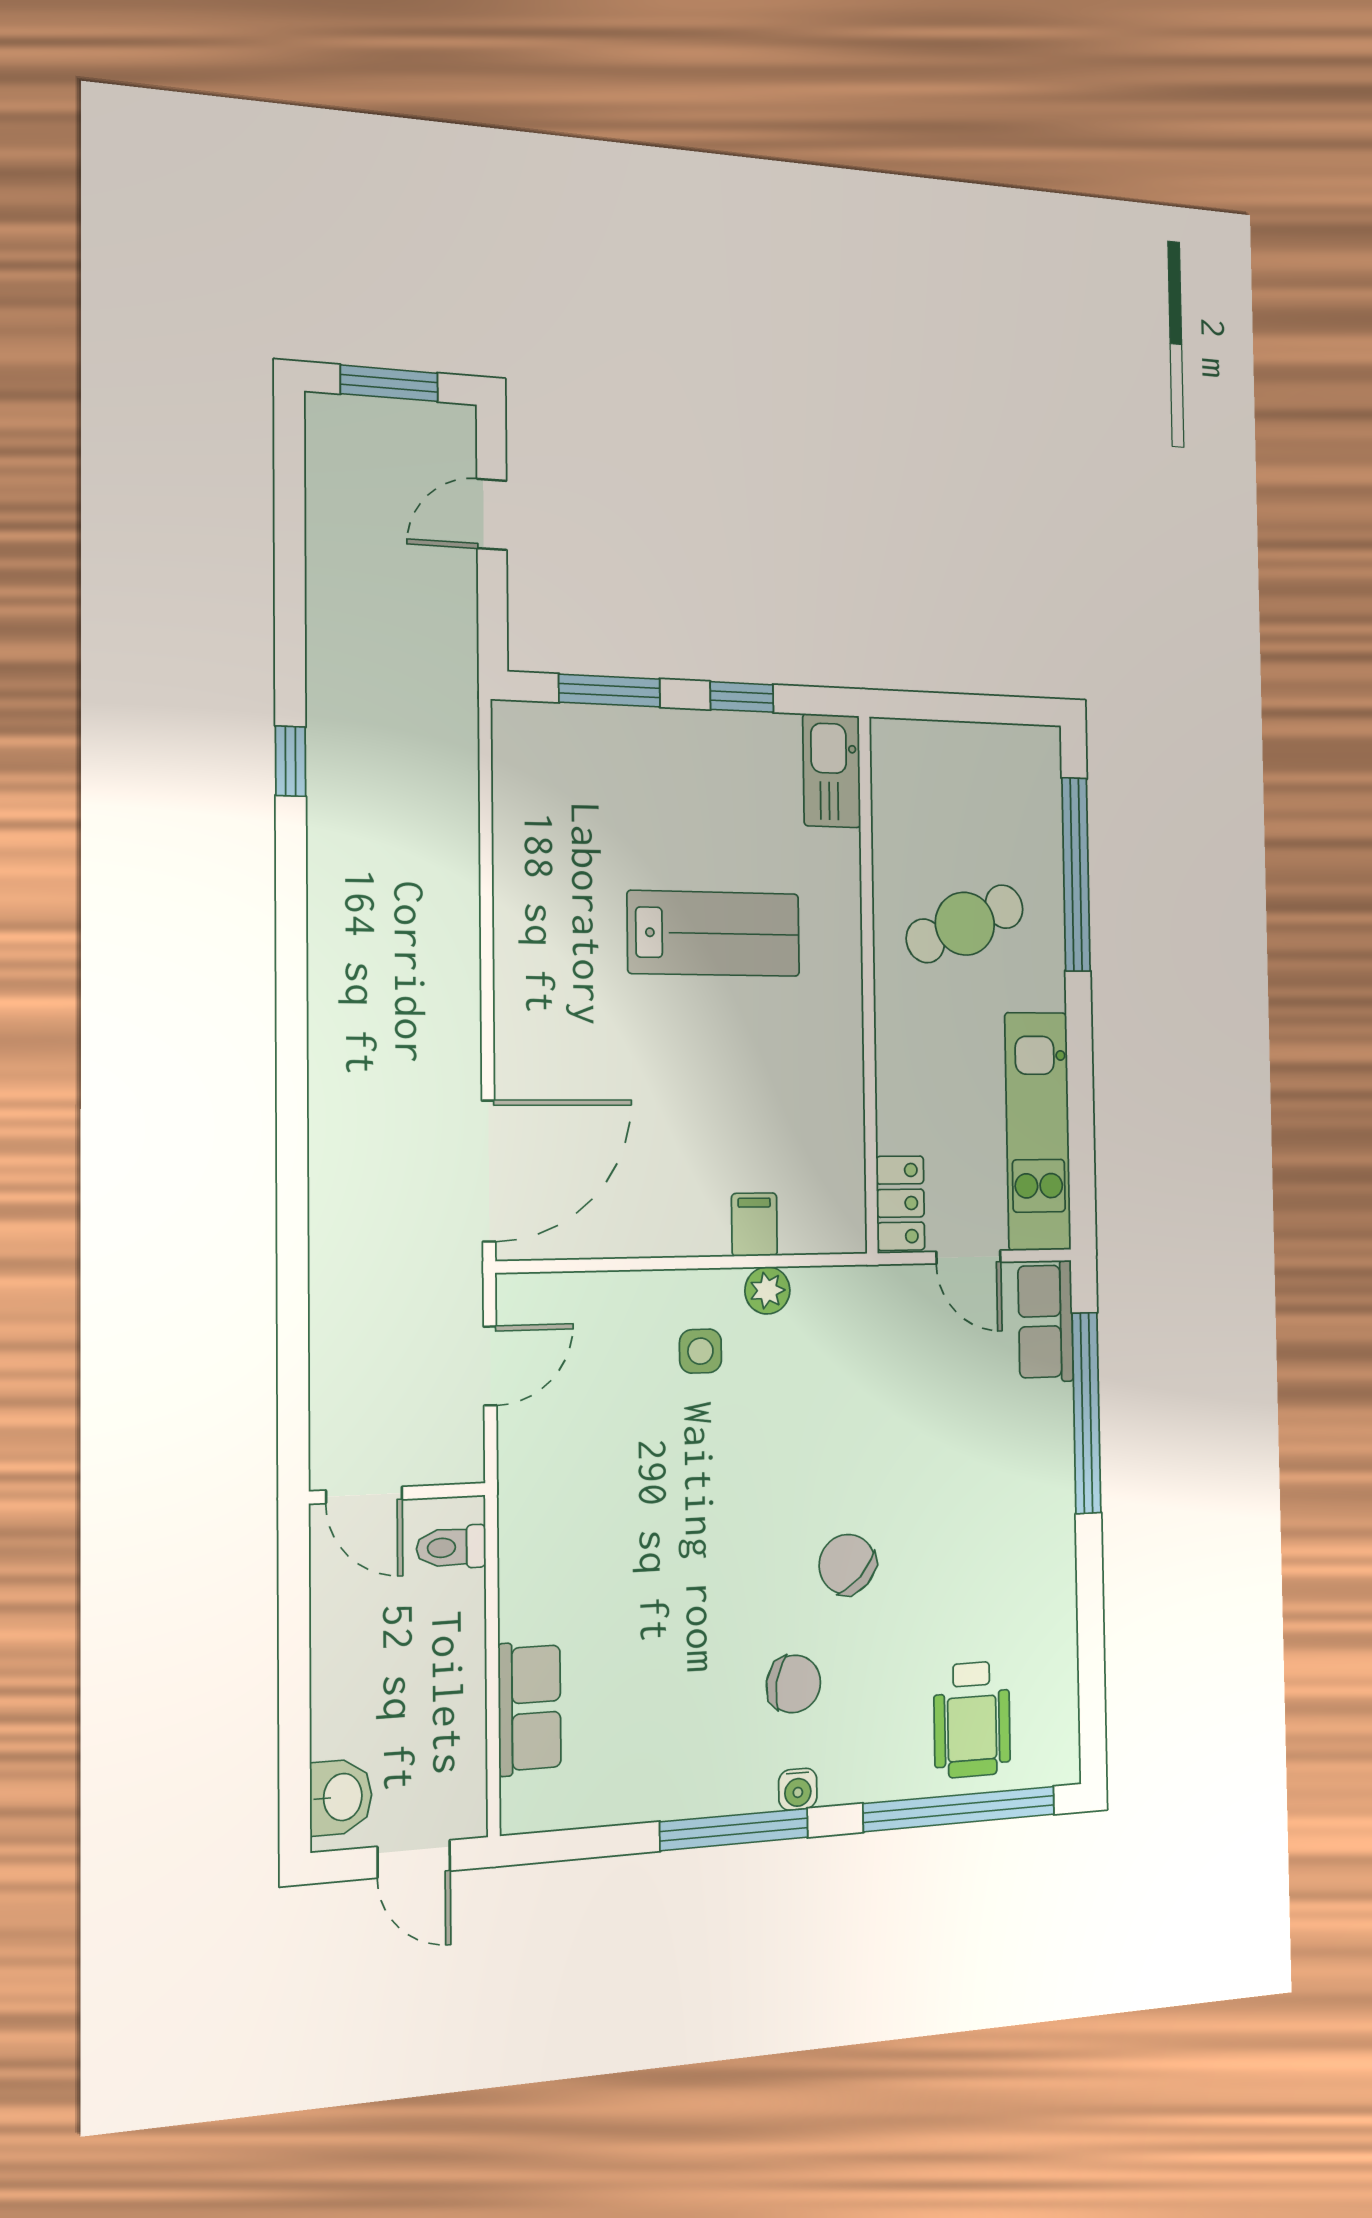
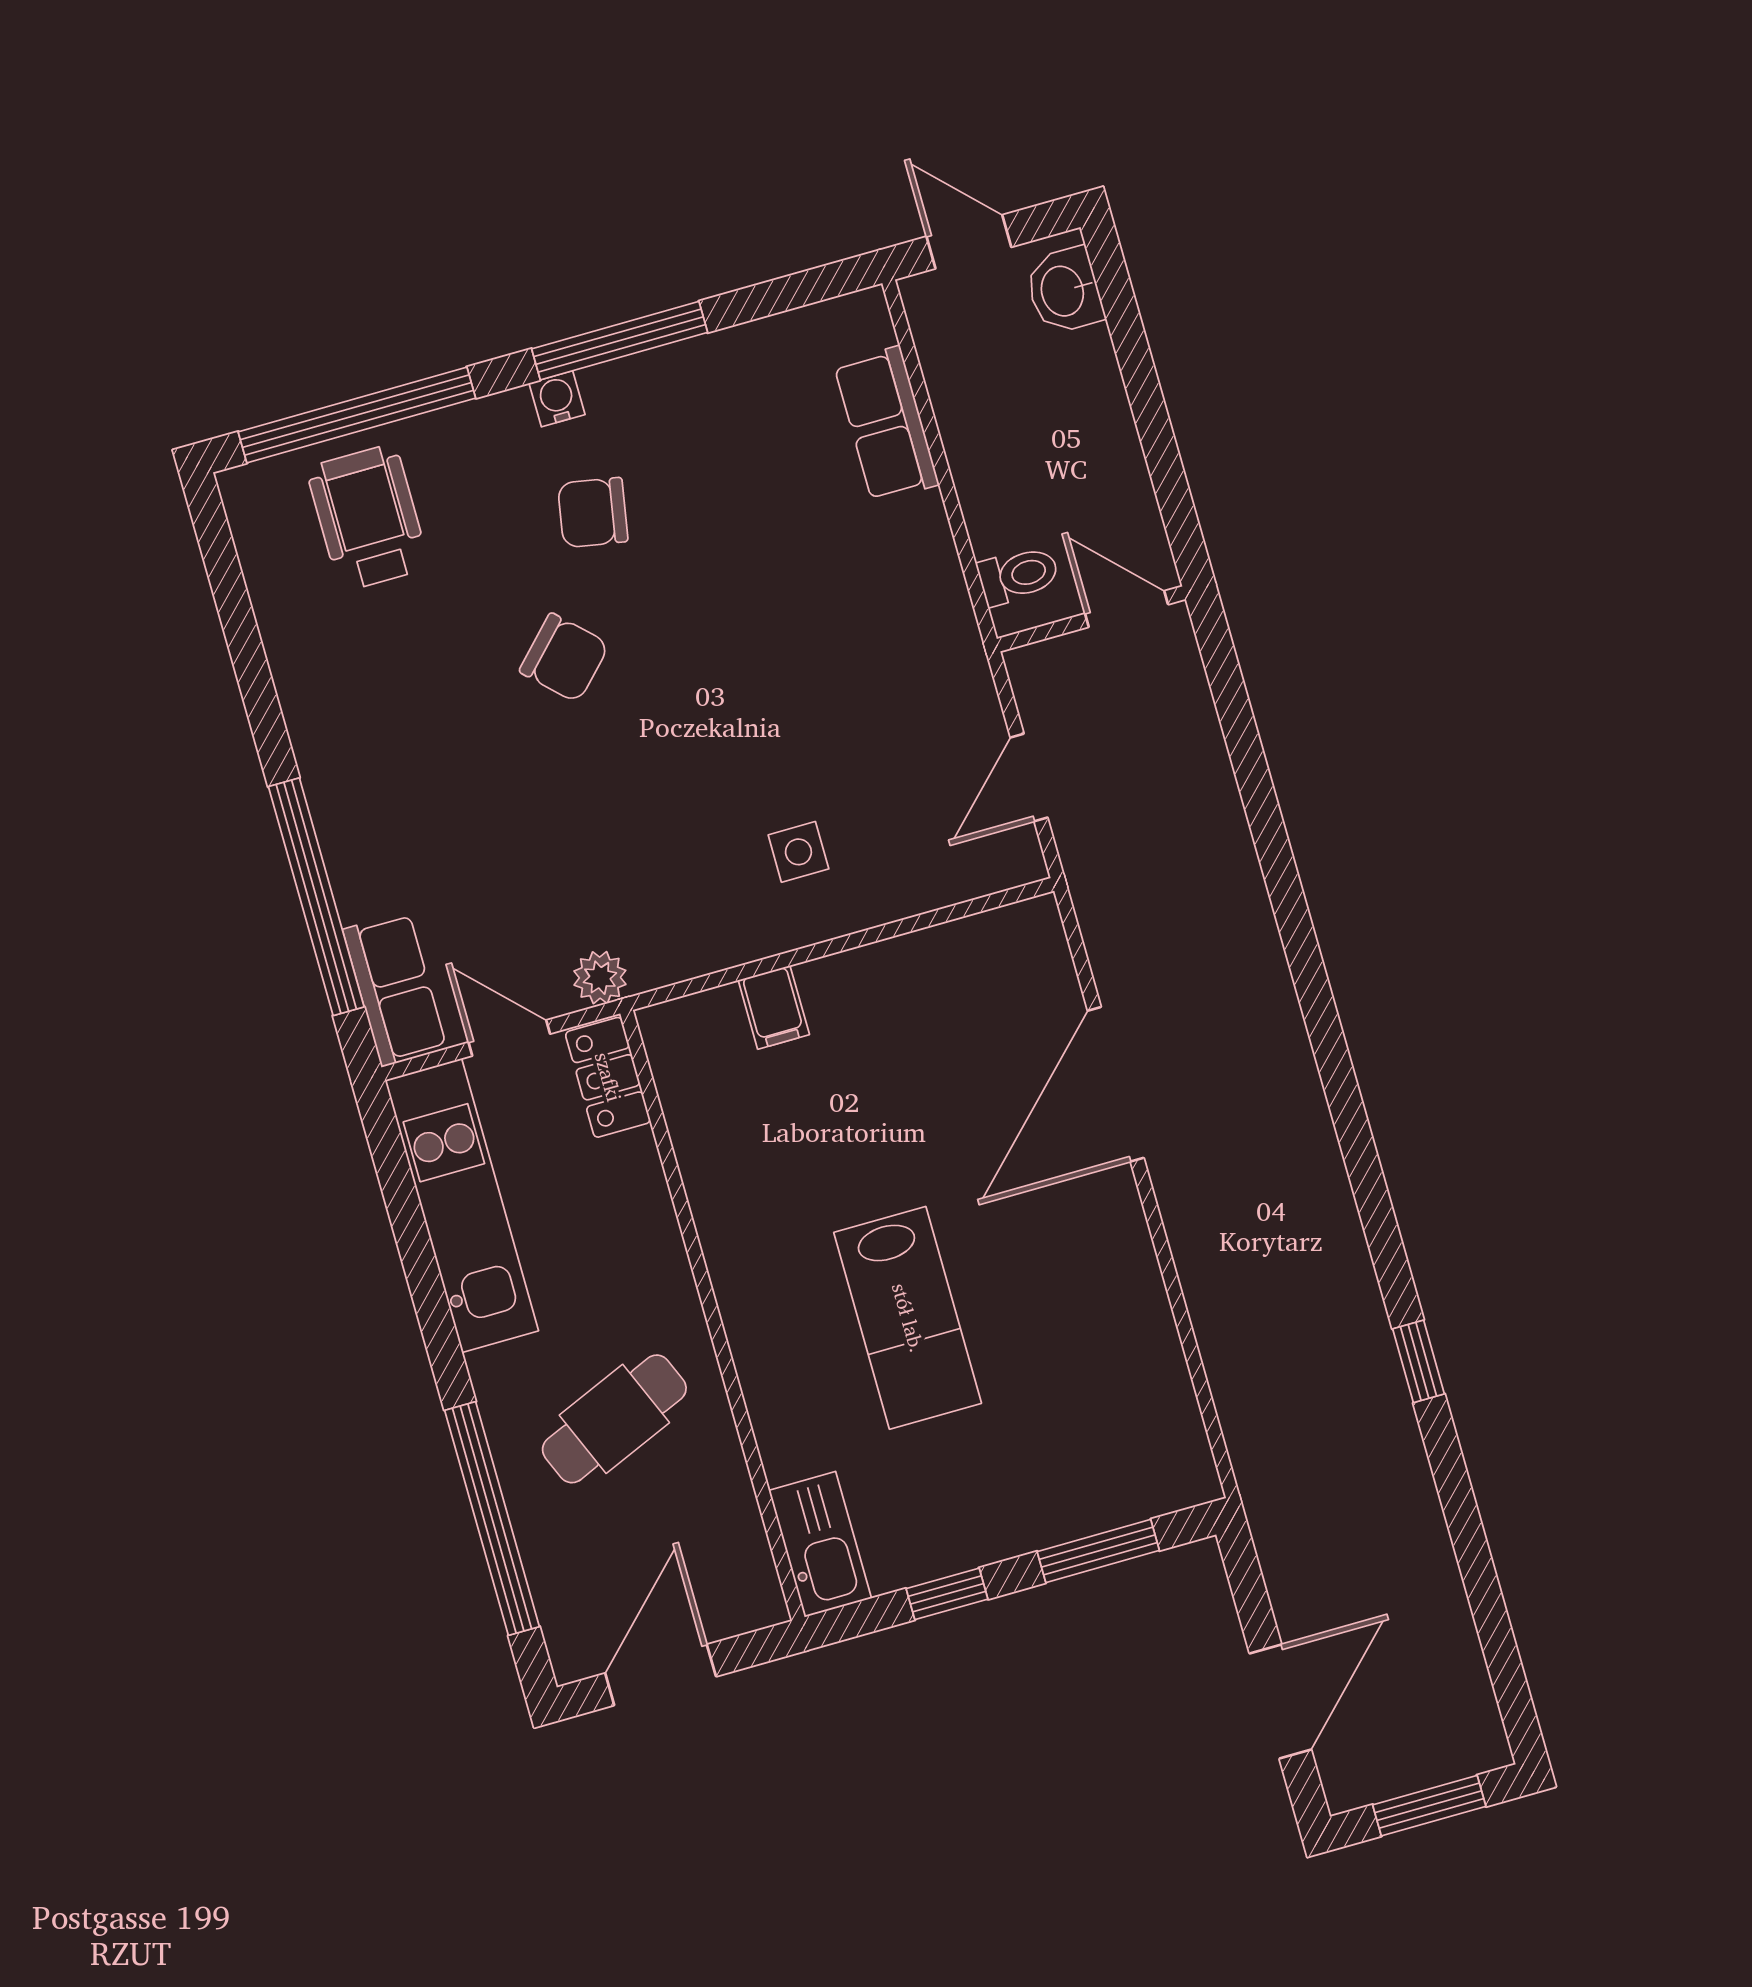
door: (492, 514) -> (1280, 1702), width x1.38
door: (981, 709) -> (661, 1675), added
lab bench: (714, 933) -> (908, 1318), turned -90
door: (489, 1171) -> (1116, 1084), moved
plant: (767, 1290) -> (600, 978), moved

